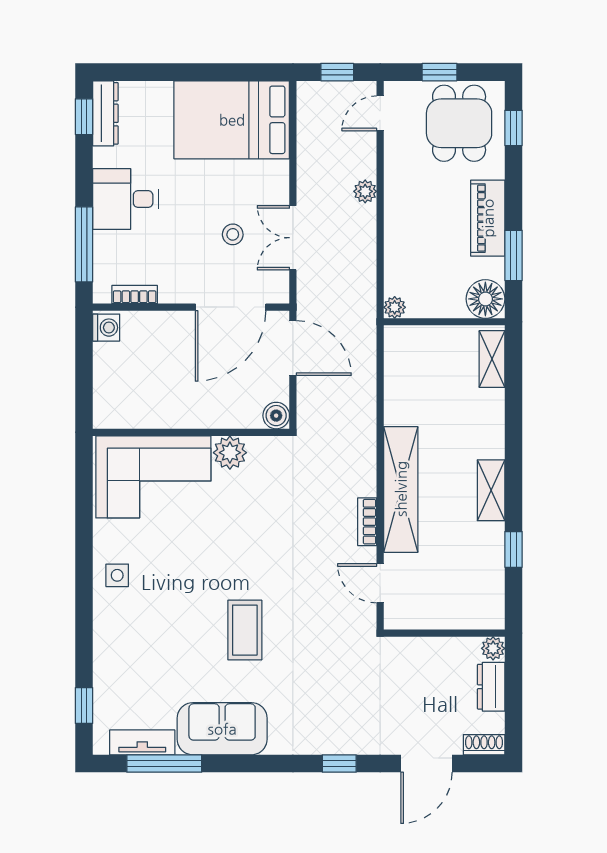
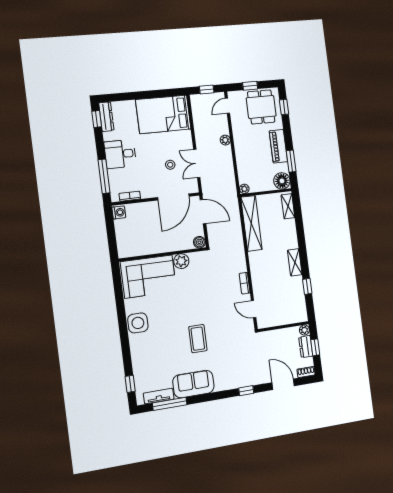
shelving: (401, 489) -> (251, 223), moved
side table: (117, 575) -> (138, 323), width x1.87, depth x1.87
window: (513, 692) -> (315, 347), added
door: (426, 763) -> (283, 384), swing flipped

